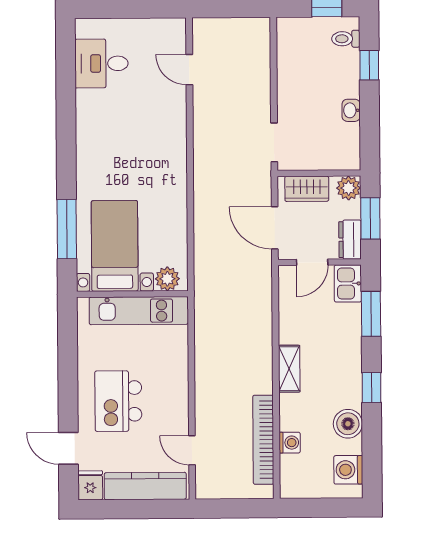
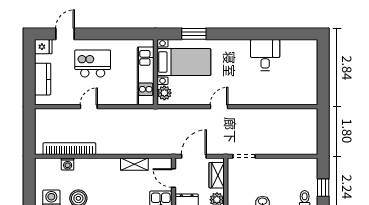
desk: (101, 63) -> (265, 55), moved
door: (189, 70) -> (219, 107), moved
window: (67, 229) -> (194, 34), width x0.69
shelving: (289, 369) -> (134, 164), moved
door: (192, 450) -> (89, 107), moved
kitchen counter: (145, 486) -> (43, 79), width x0.67

